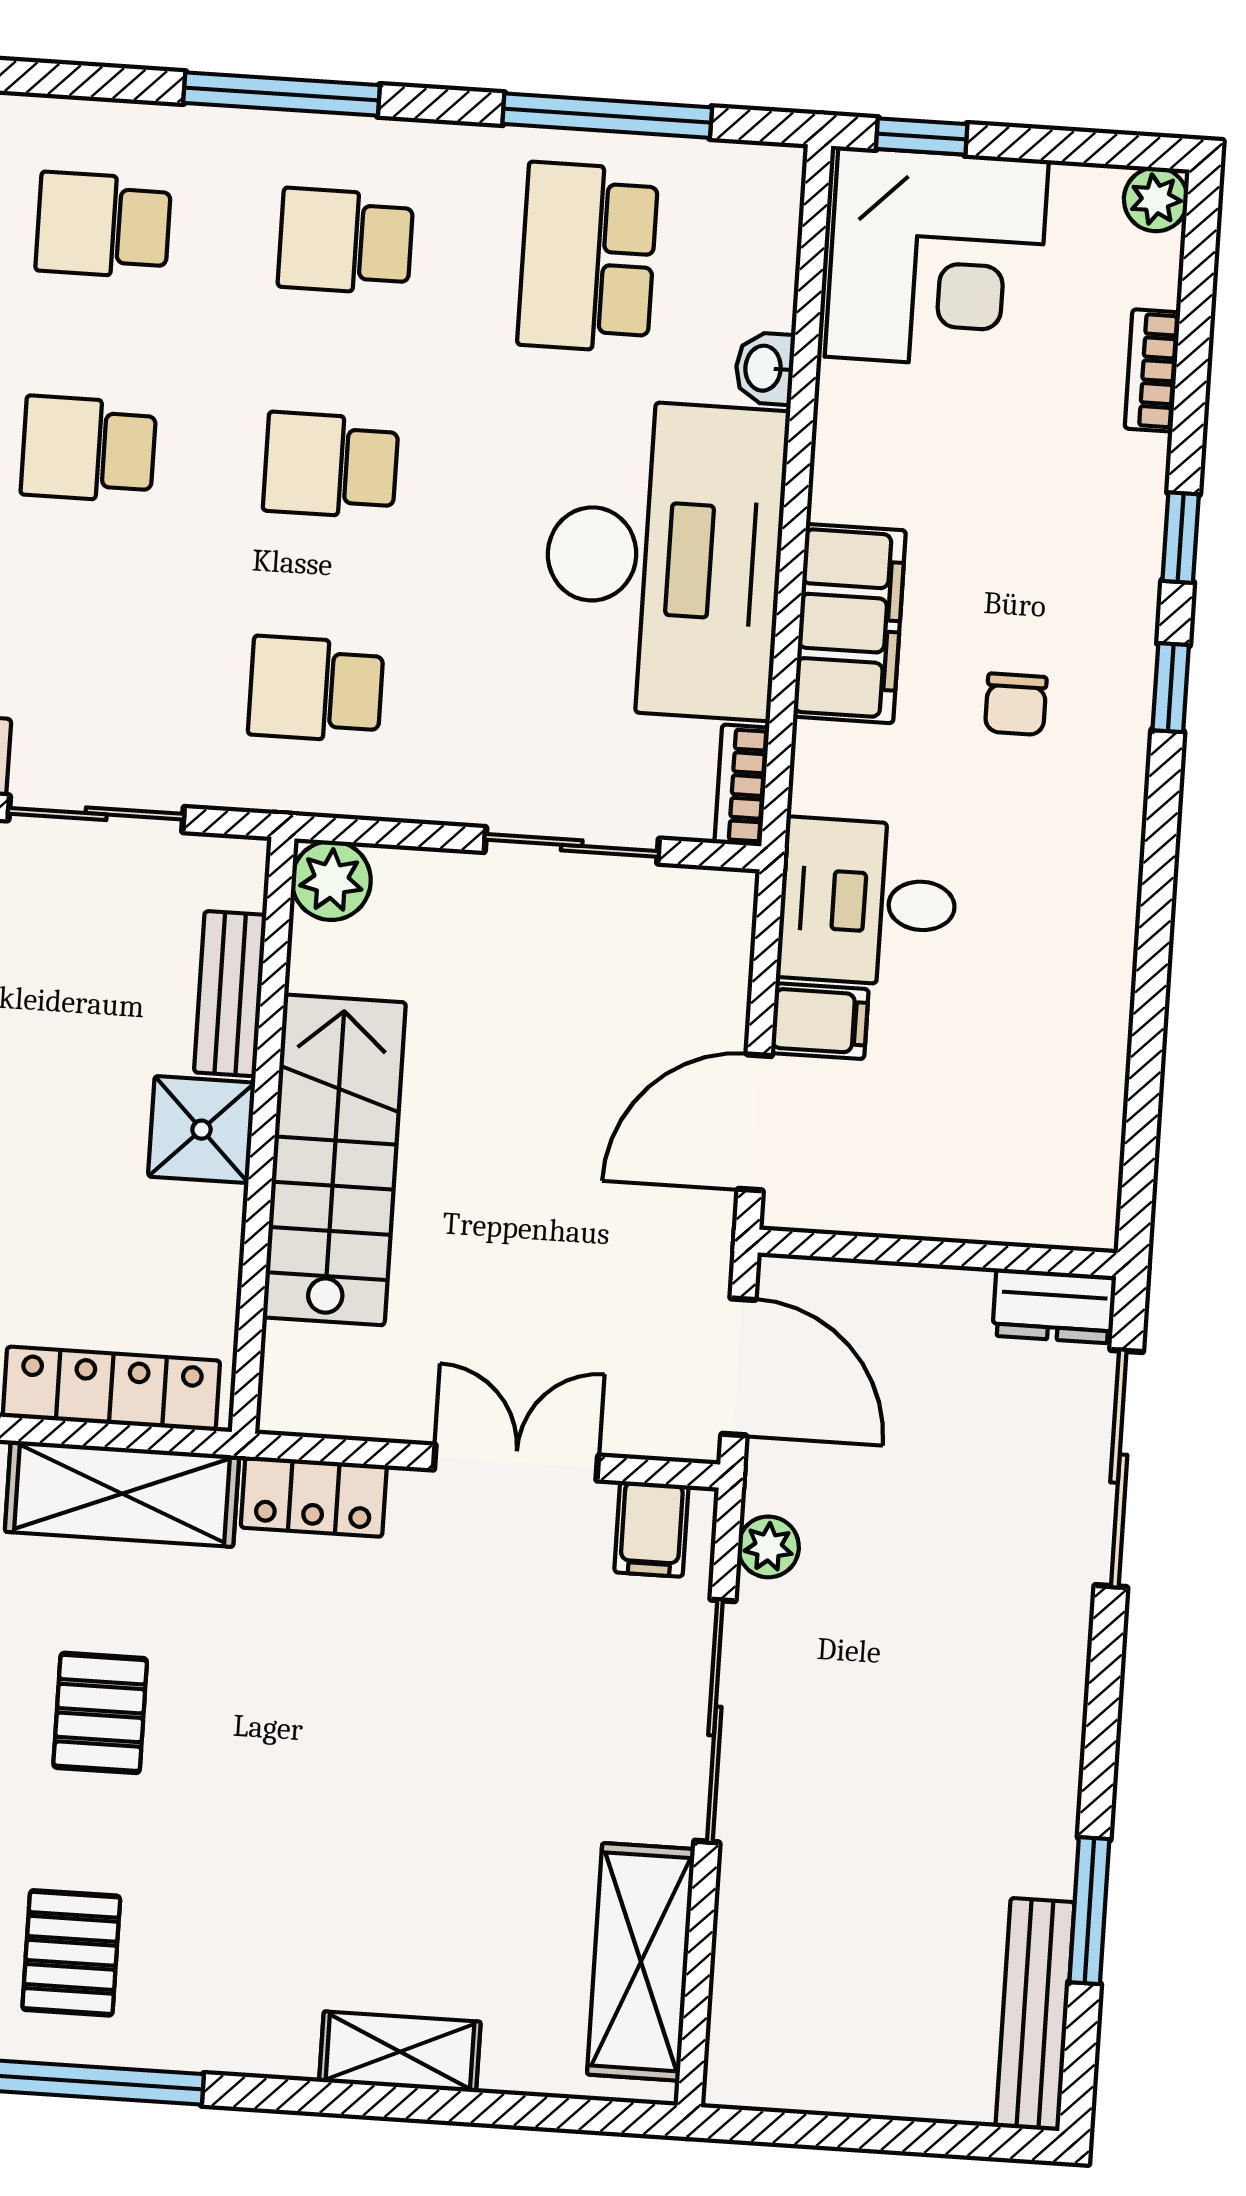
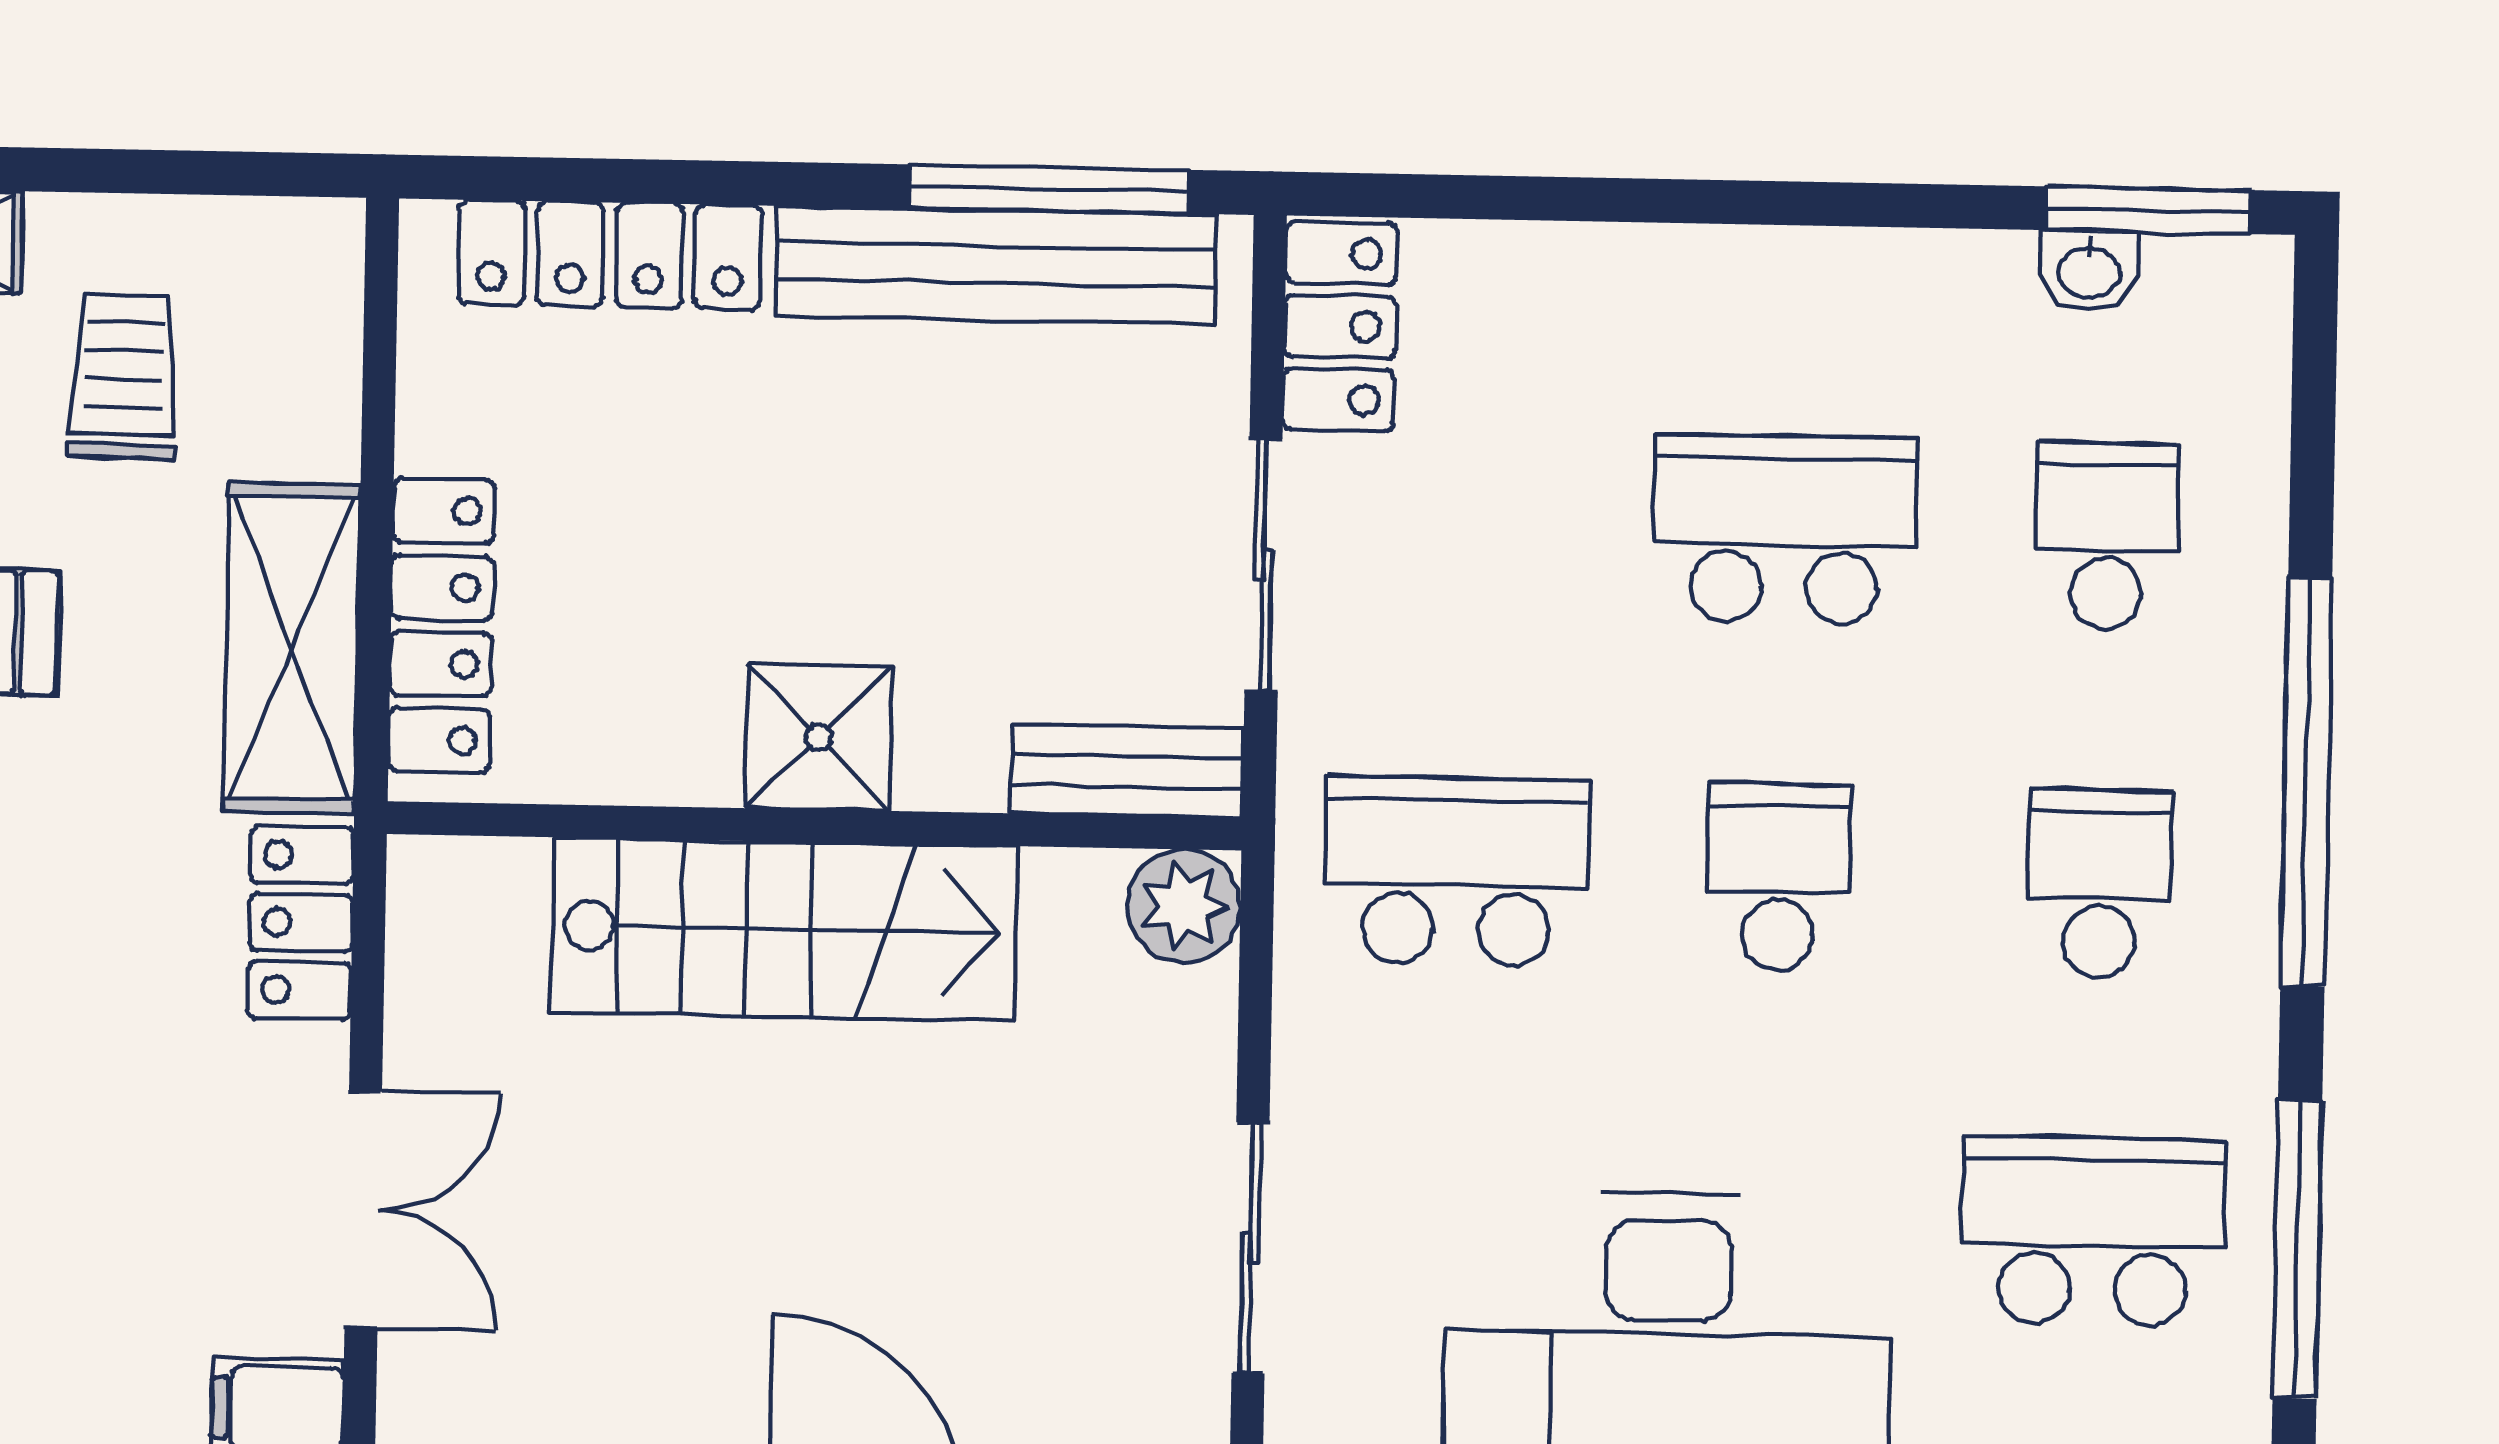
window: (282, 94) -> (2306, 782), width x1.46
school desk: (88, 449) -> (1785, 529), width x1.85
school desk: (316, 689) -> (1457, 871), width x1.85
bench: (230, 994) -> (1127, 771), moved

